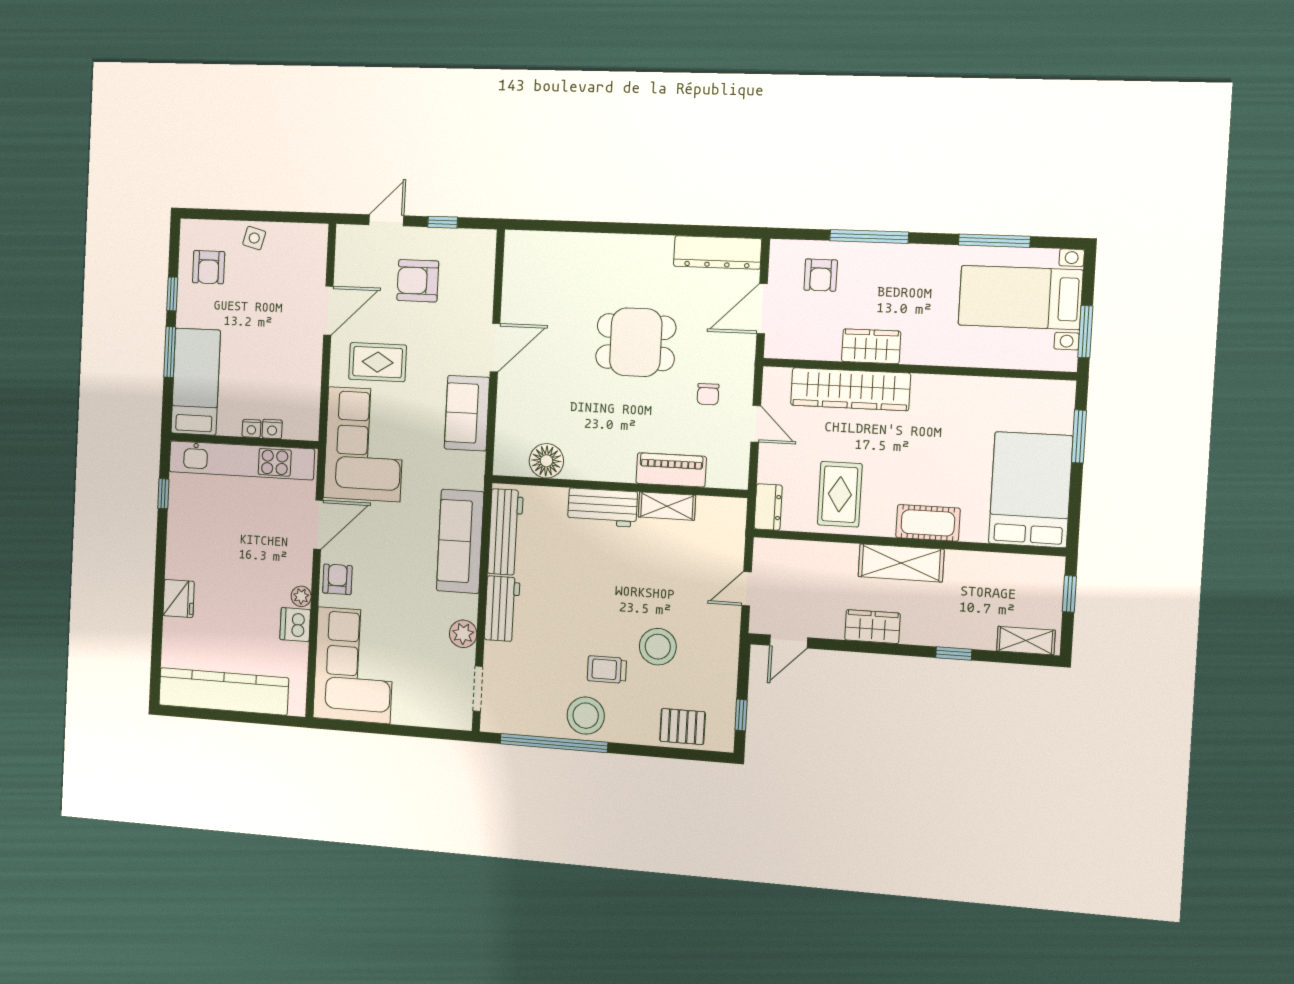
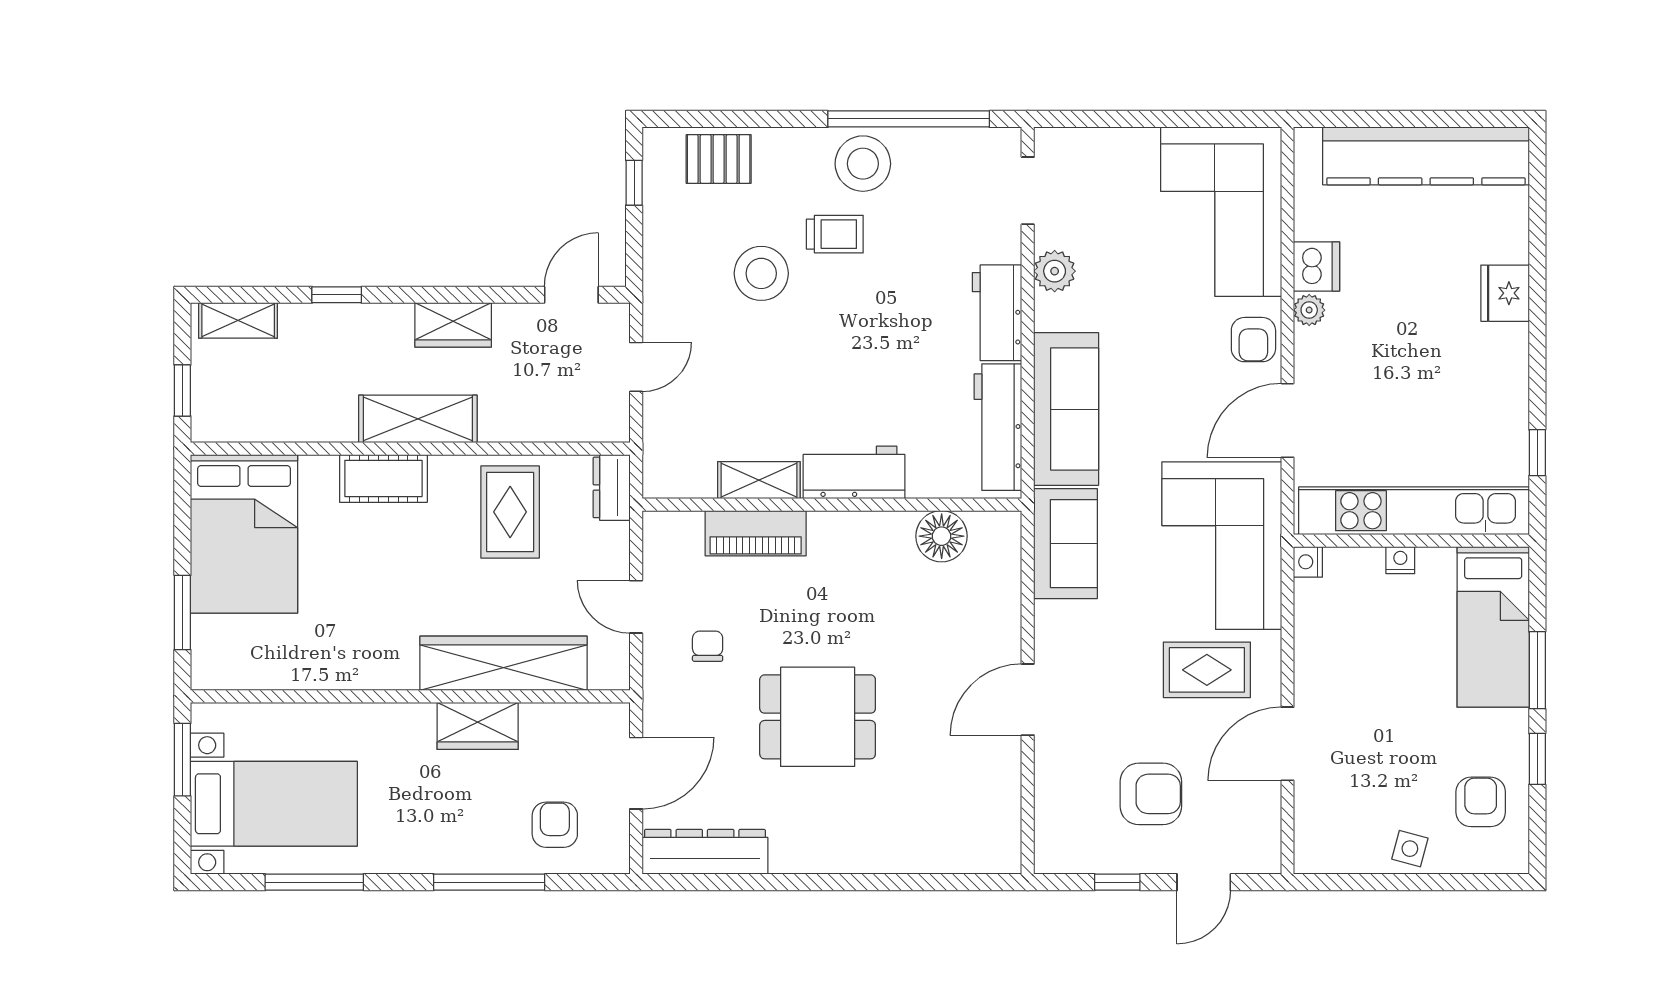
sofa: (467, 413) -> (1066, 544), moved
nightstand: (272, 429) -> (1308, 562), moved, turned -90

